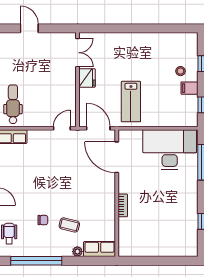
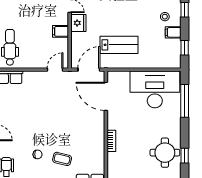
filing cabinet: (68, 87) -> (60, 31), added
lab bench: (131, 102) -> (119, 45), turned -90
door: (98, 128) -> (89, 70), hinge flipped
round table: (181, 218) -> (165, 153), added

